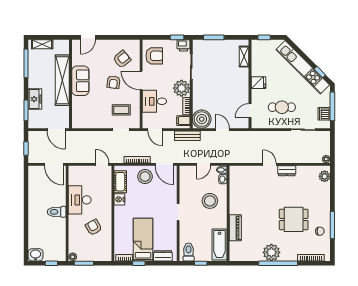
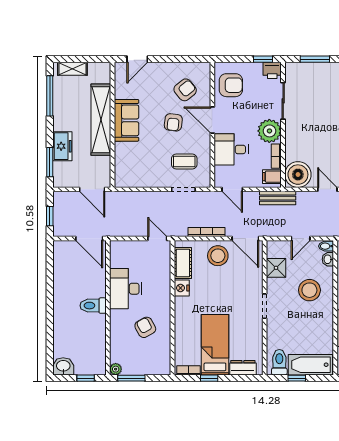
shower: (186, 185) -> (276, 268), added
bathtub: (220, 244) -> (310, 365), moved, turned 90

